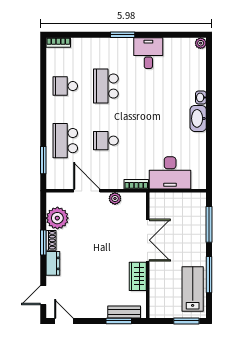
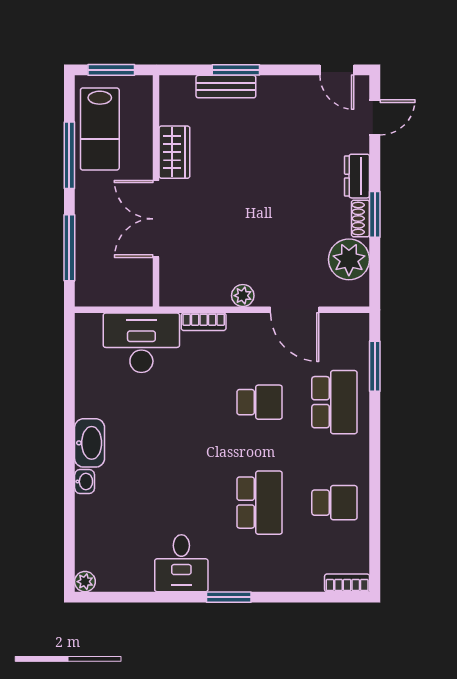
double door: (148, 240) -> (156, 219), moved
wall: (148, 255) -> (156, 191), moved
wardrobe: (138, 276) -> (174, 152), moved

